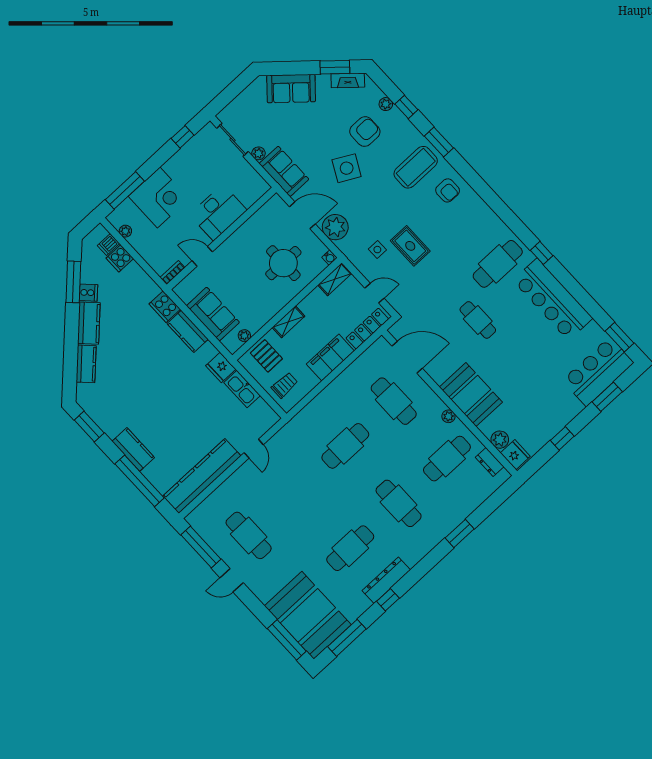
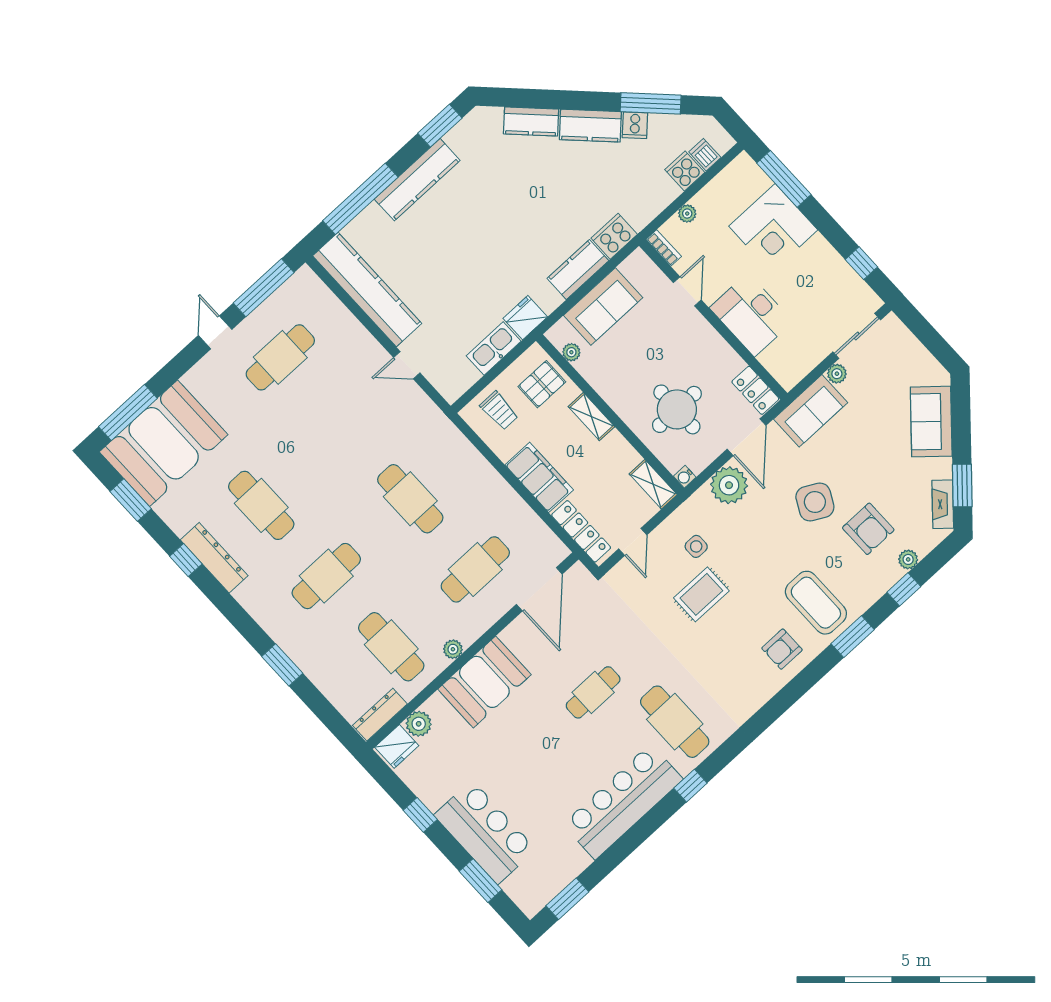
locker: (270, 209) -> (755, 390), added
plant: (125, 231) -> (687, 214), moved
bar counter: (598, 372) -> (485, 832), moved
kitchen counter: (133, 449) -> (417, 180), width x1.50
dresser: (490, 462) -> (380, 715), width x1.44
window: (347, 638) -> (131, 500), width x0.69

